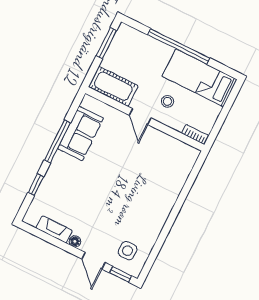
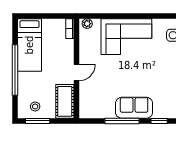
stool: (168, 101) -> (35, 107), moved
sofa: (81, 133) -> (134, 108), moved
plant: (191, 157) -> (87, 24), added
corner sofa: (153, 196) -> (126, 37), added

